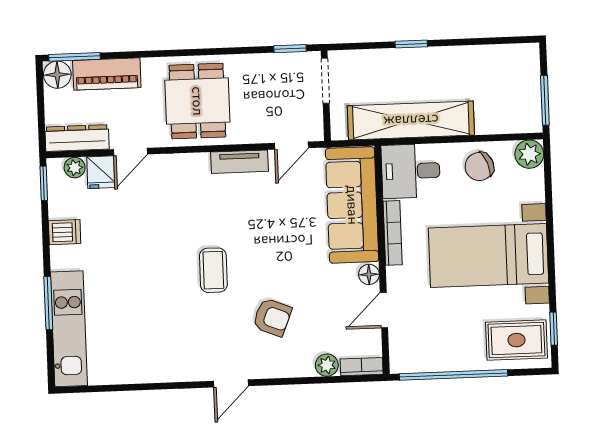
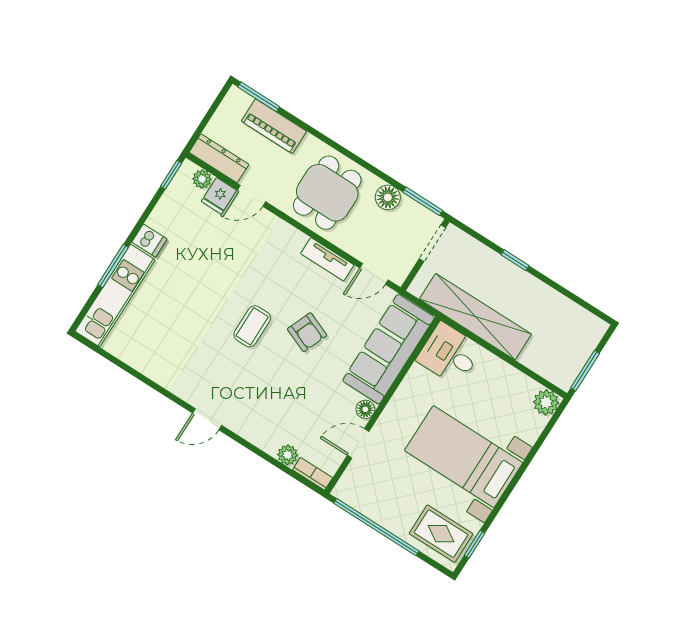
window: (290, 49) -> (423, 201), width x1.50
floor lamp: (57, 75) -> (388, 197), moved
chair: (479, 166) -> (503, 386), removed
dishwasher: (65, 232) -> (149, 241), moved
bookcase: (393, 233) -> (404, 391), removed
armchair: (272, 317) -> (307, 332), moved

